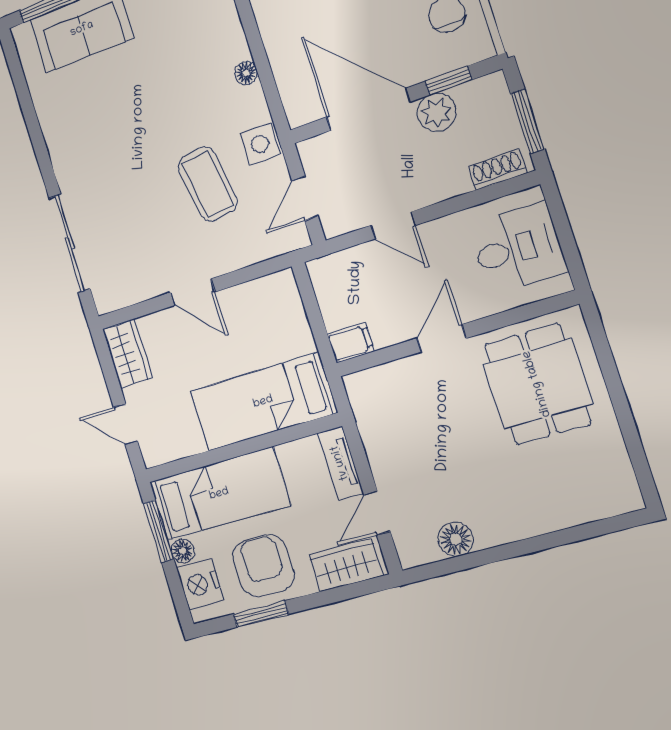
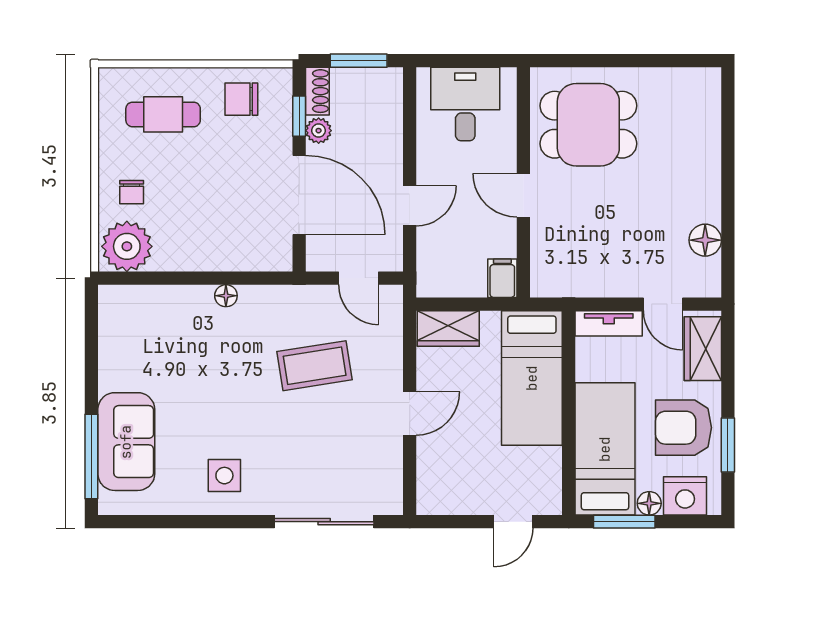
door: (368, 110) -> (299, 195), swing flipped
plant: (437, 112) -> (319, 131), width x0.73, depth x0.73
side table: (260, 144) -> (224, 476), moved
shoe rack: (497, 170) -> (317, 91), moved, turned 180
wardrobe: (127, 353) -> (448, 328), moved, turned 180

